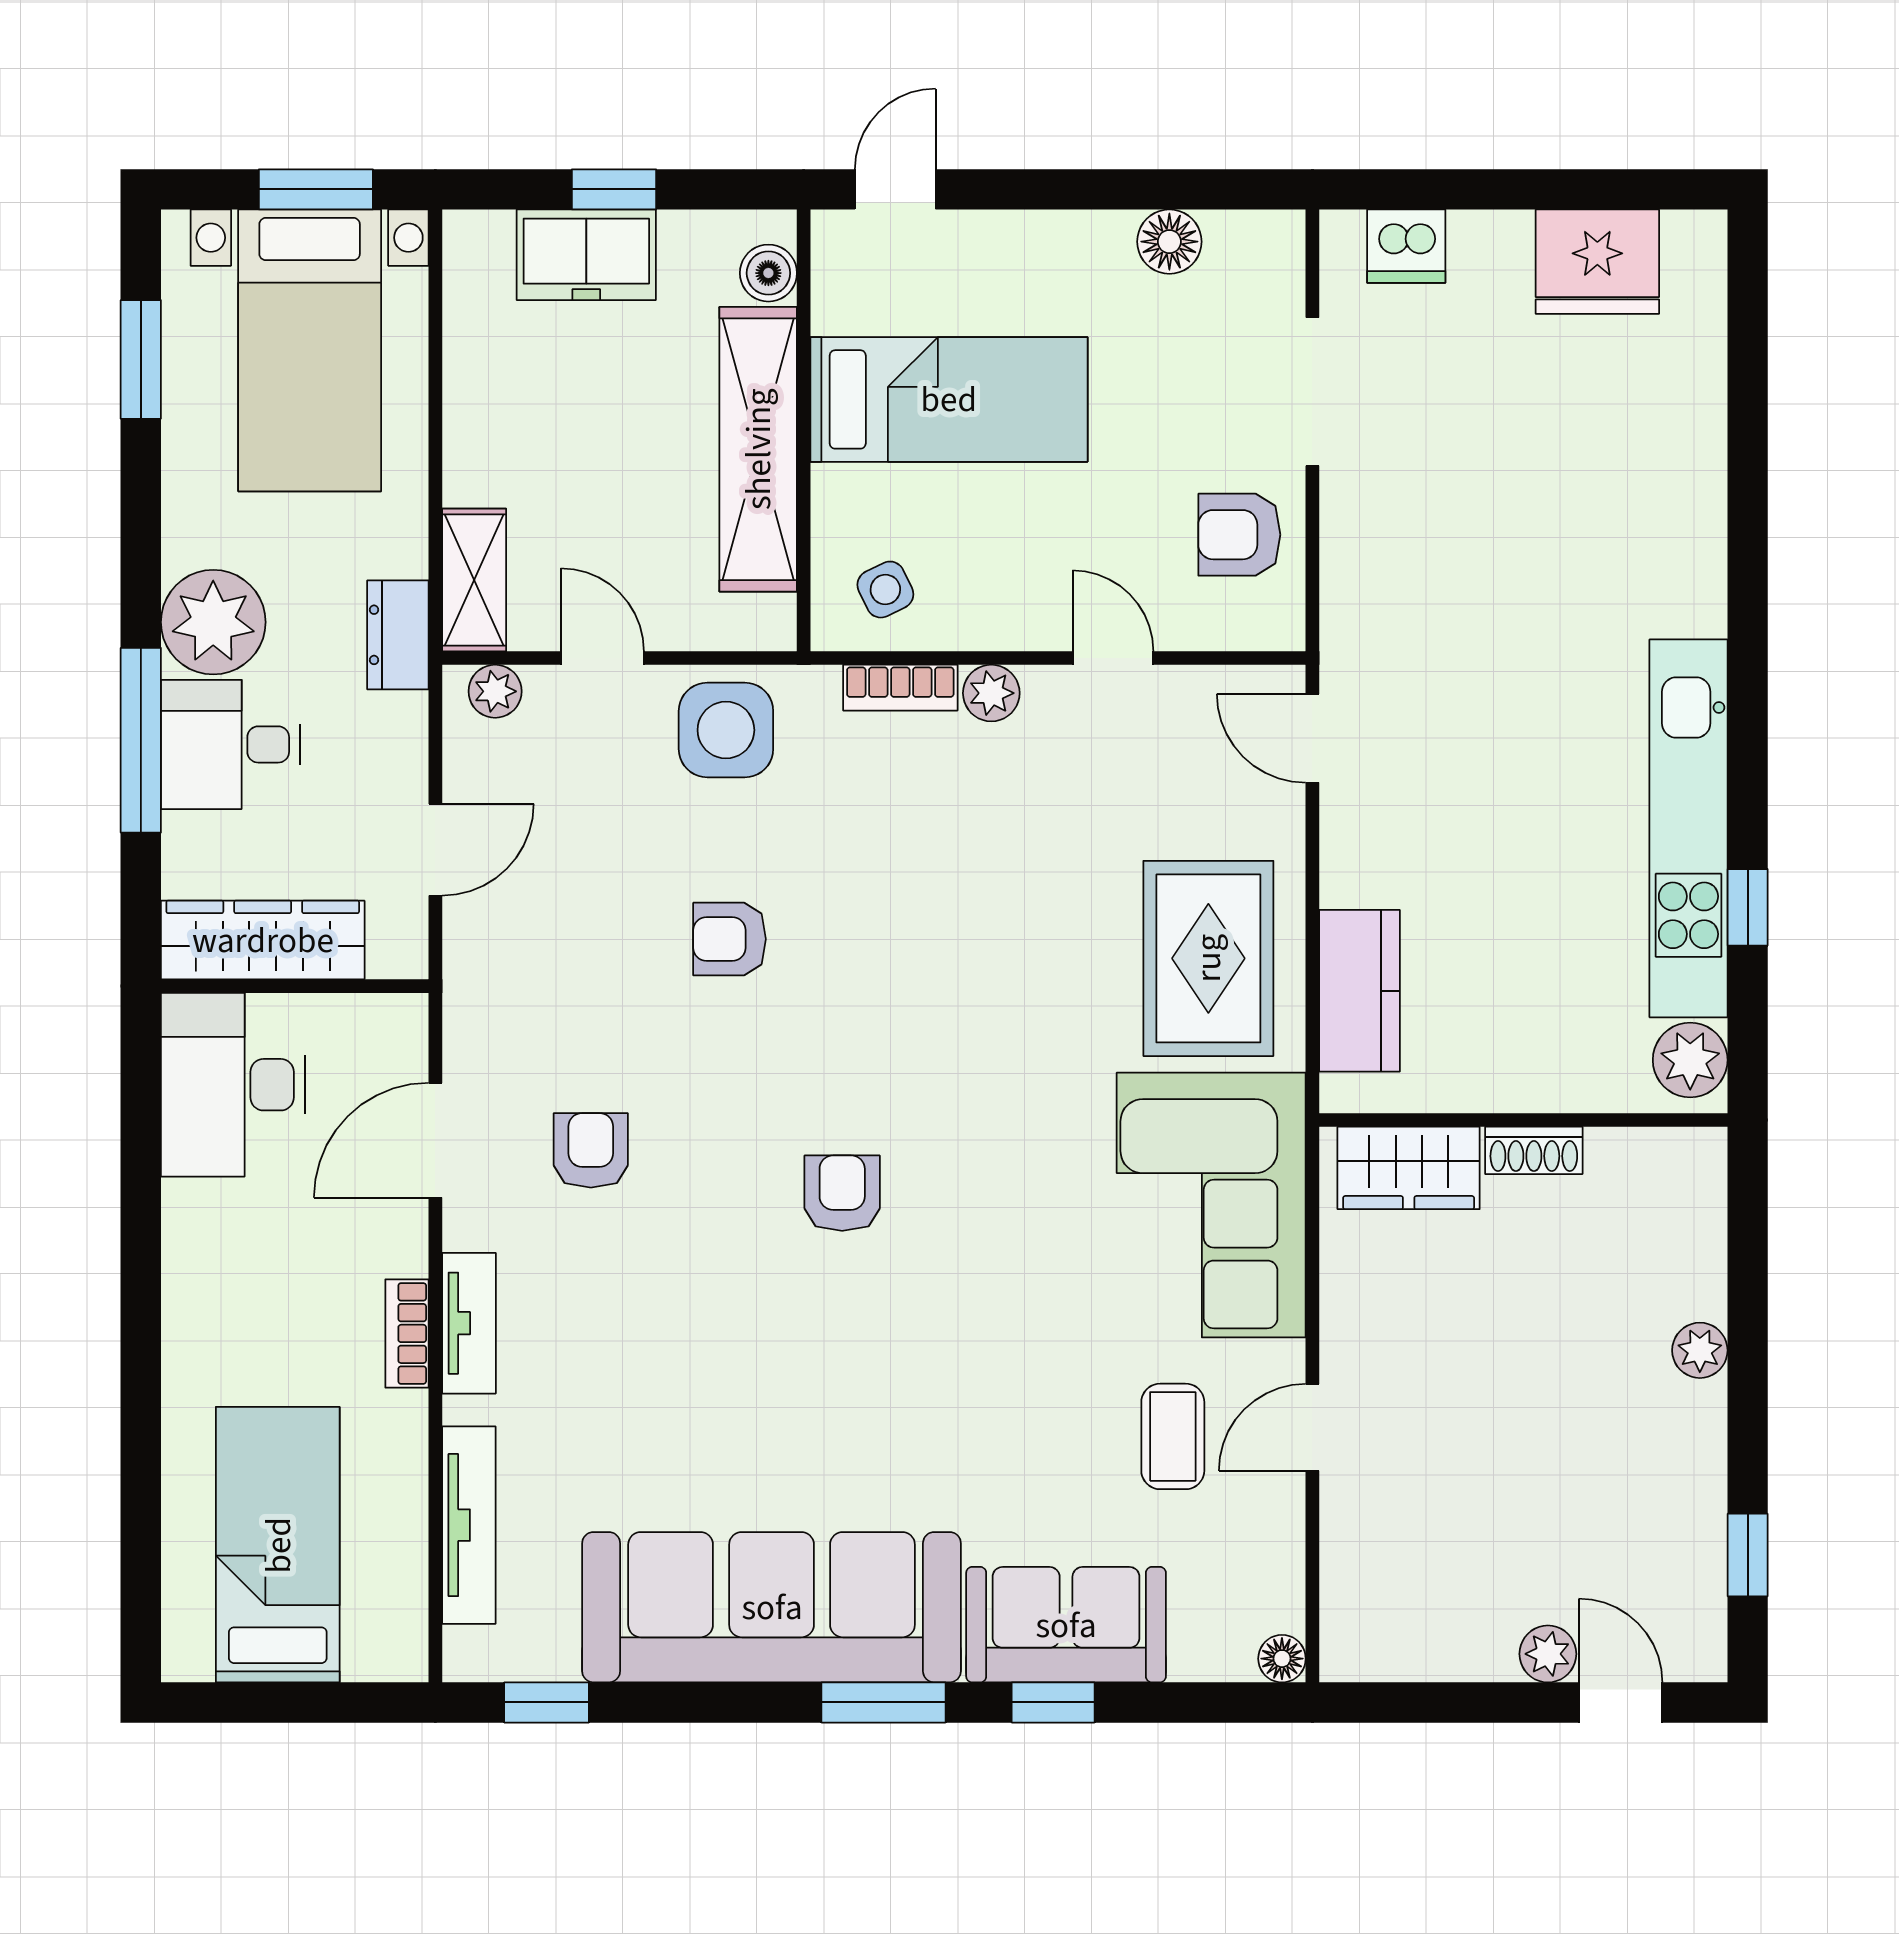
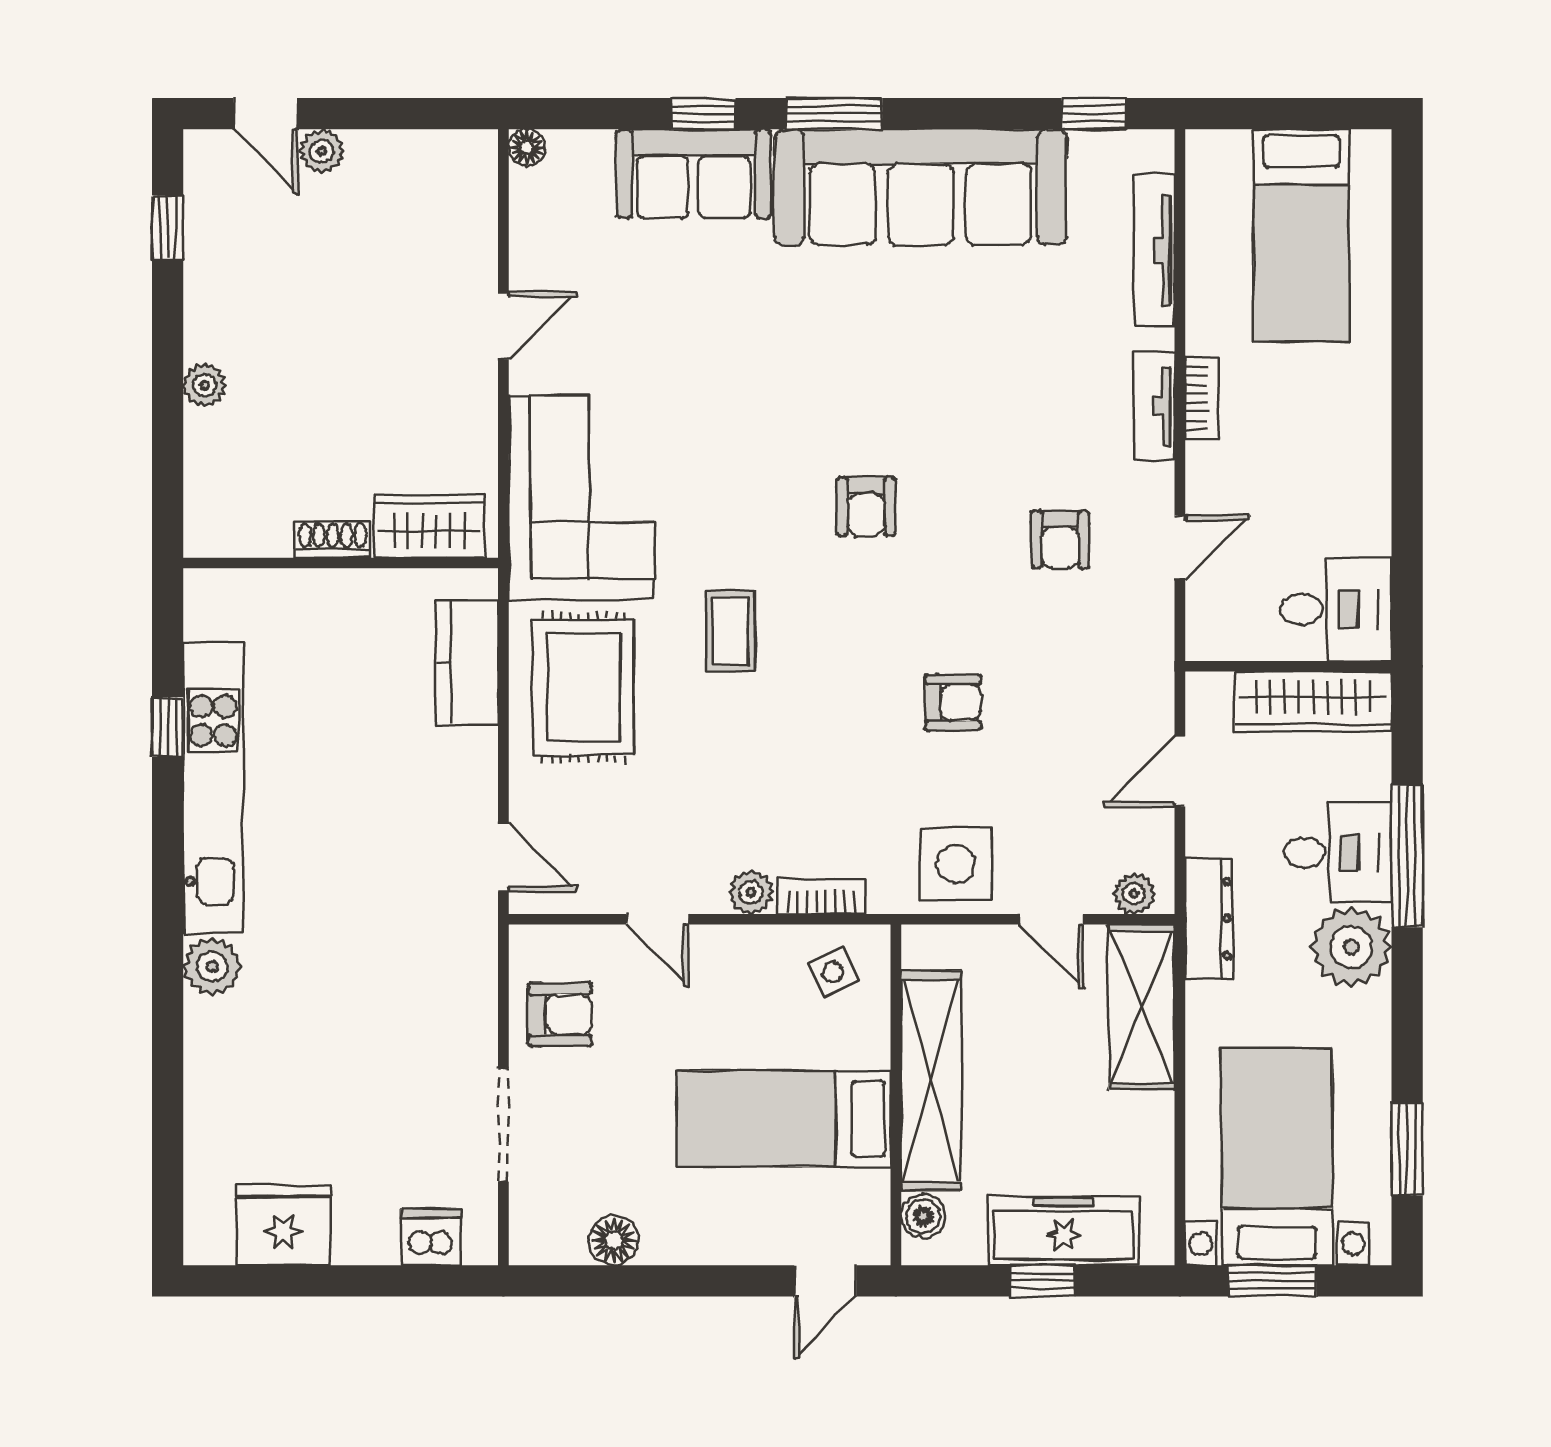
freezer: (586, 255) -> (1064, 1230), width x1.40
shelving: (474, 580) -> (1142, 1007), width x1.50, depth x1.33
dresser: (398, 635) -> (1209, 919), width x1.44
plant: (1690, 1060) -> (212, 967), moved
desk: (233, 1085) -> (1336, 609), width x0.73
door: (435, 1140) -> (1180, 547), width x0.73
coffee table: (1173, 1436) -> (730, 631), moved

